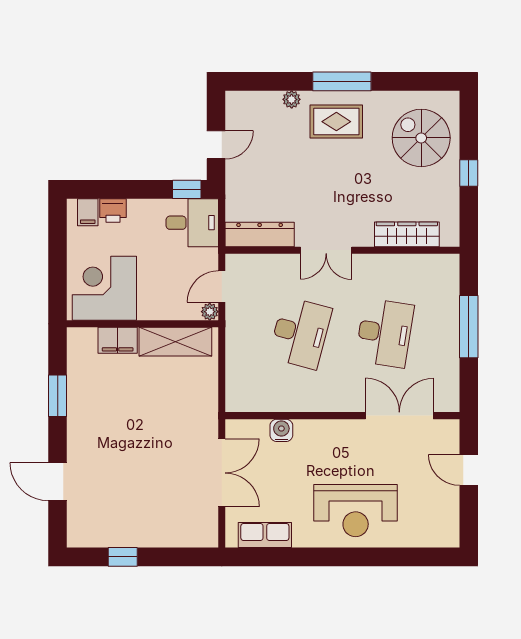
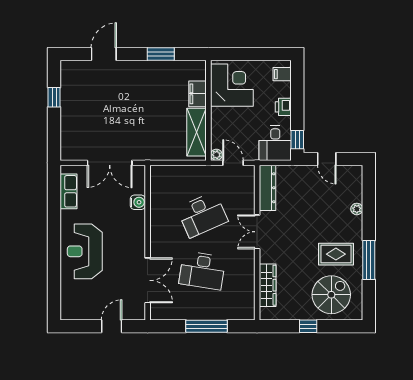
window: (342, 81) -> (369, 260), moved
rug: (336, 122) -> (336, 254), moved, turned 90
printer: (113, 210) -> (283, 107), moved
desk: (300, 333) -> (202, 215), turned -39

